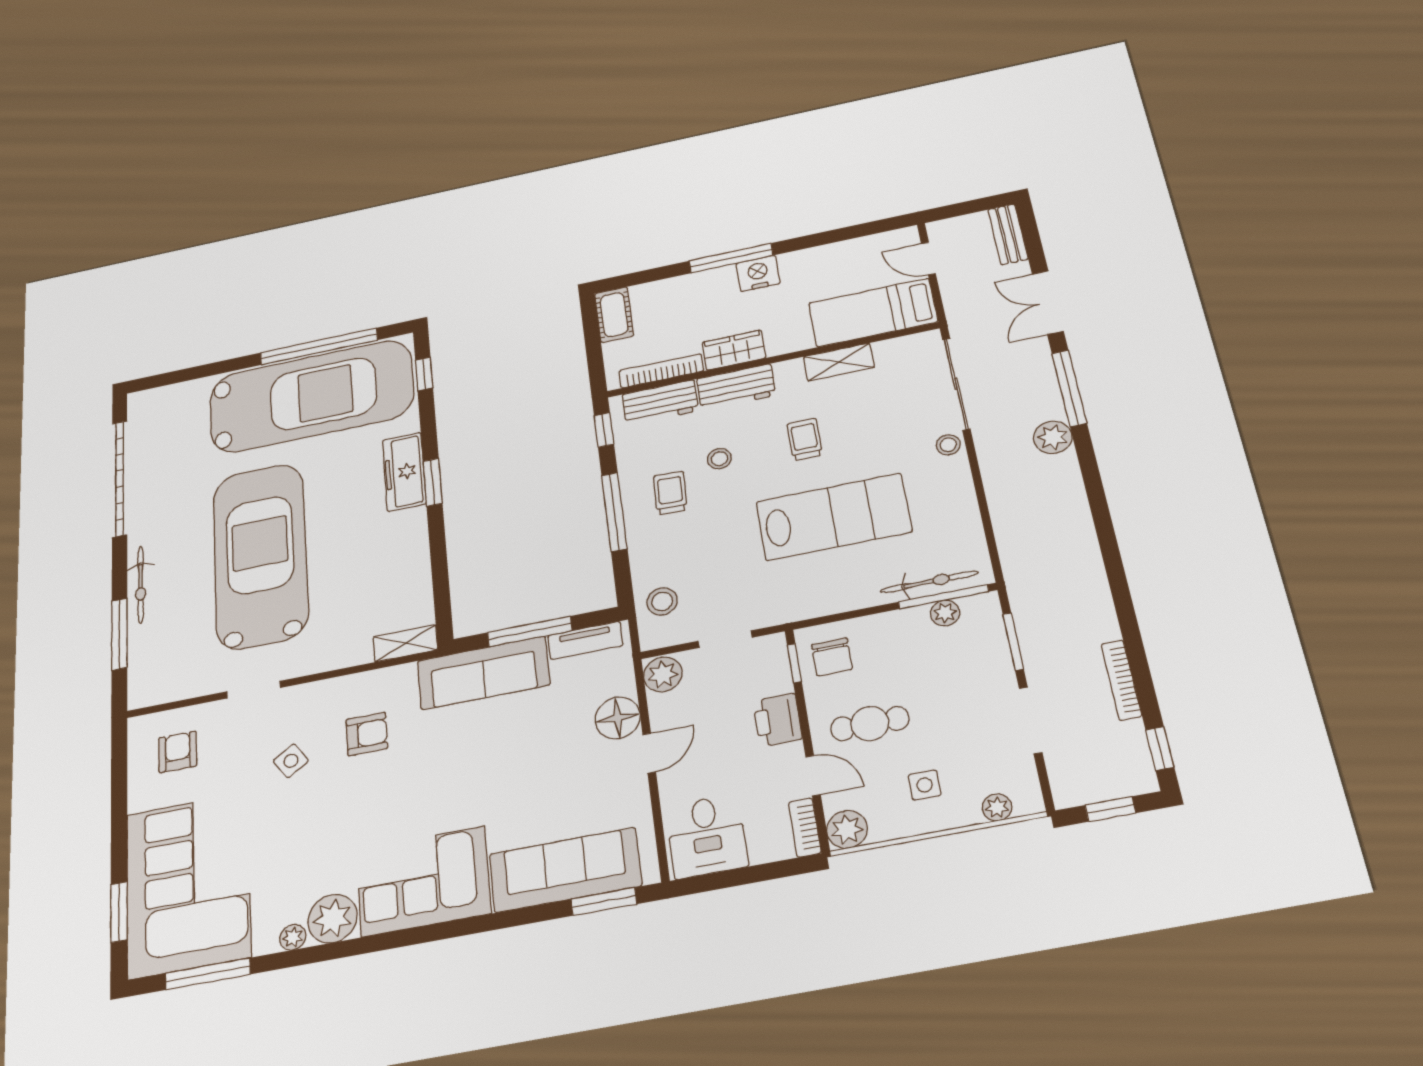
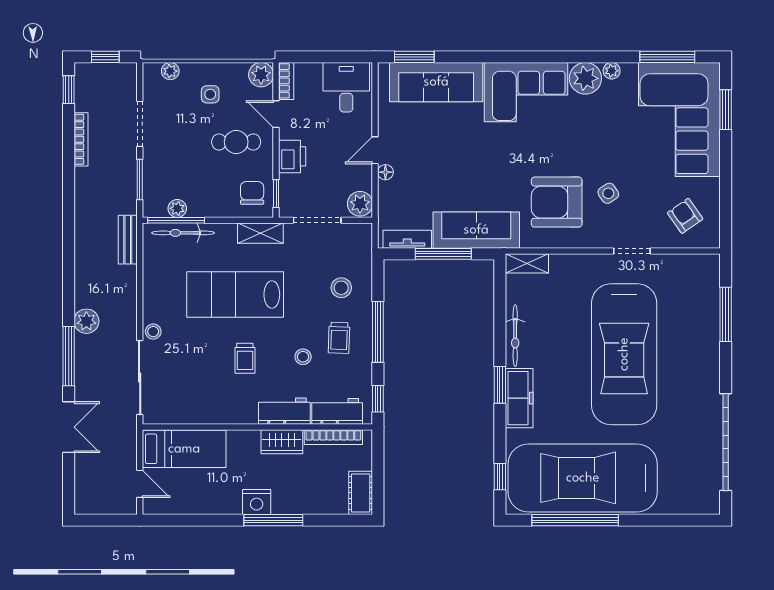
bench: (1008, 234) -> (128, 240), moved
shelving: (839, 362) -> (260, 233), moved
bicycle: (141, 585) -> (515, 336), moved, turned 180
stool: (662, 601) -> (341, 288), moved
doorway: (725, 639) -> (317, 220), width x1.38
floor lamp: (618, 718) -> (385, 172), width x0.53, depth x0.53
armchair: (367, 734) -> (557, 202), width x1.88, depth x1.88
armchair: (178, 752) -> (685, 216), turned 145

